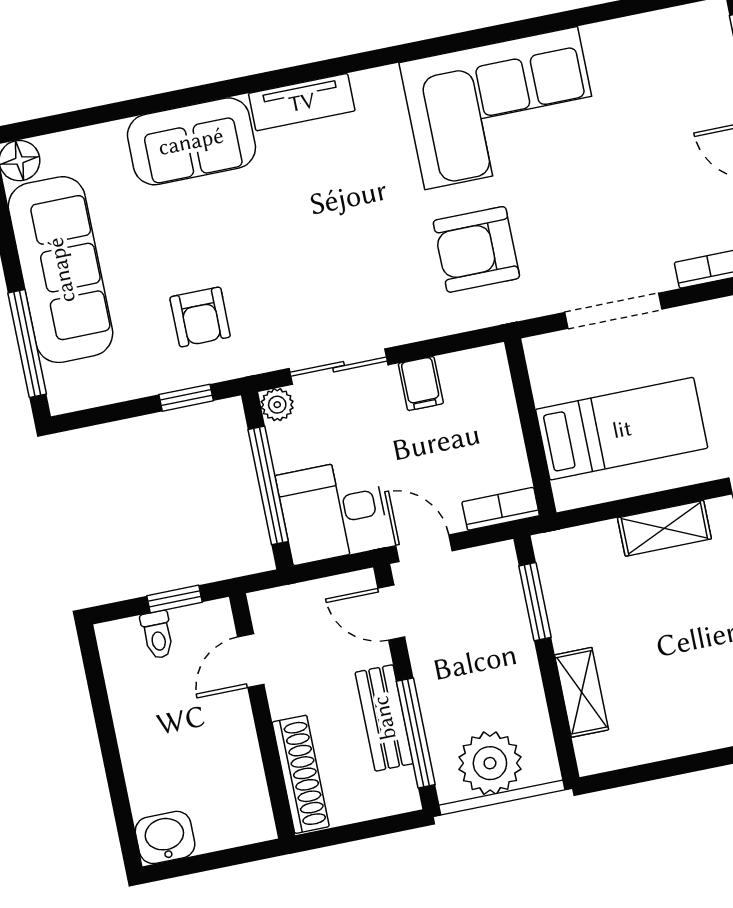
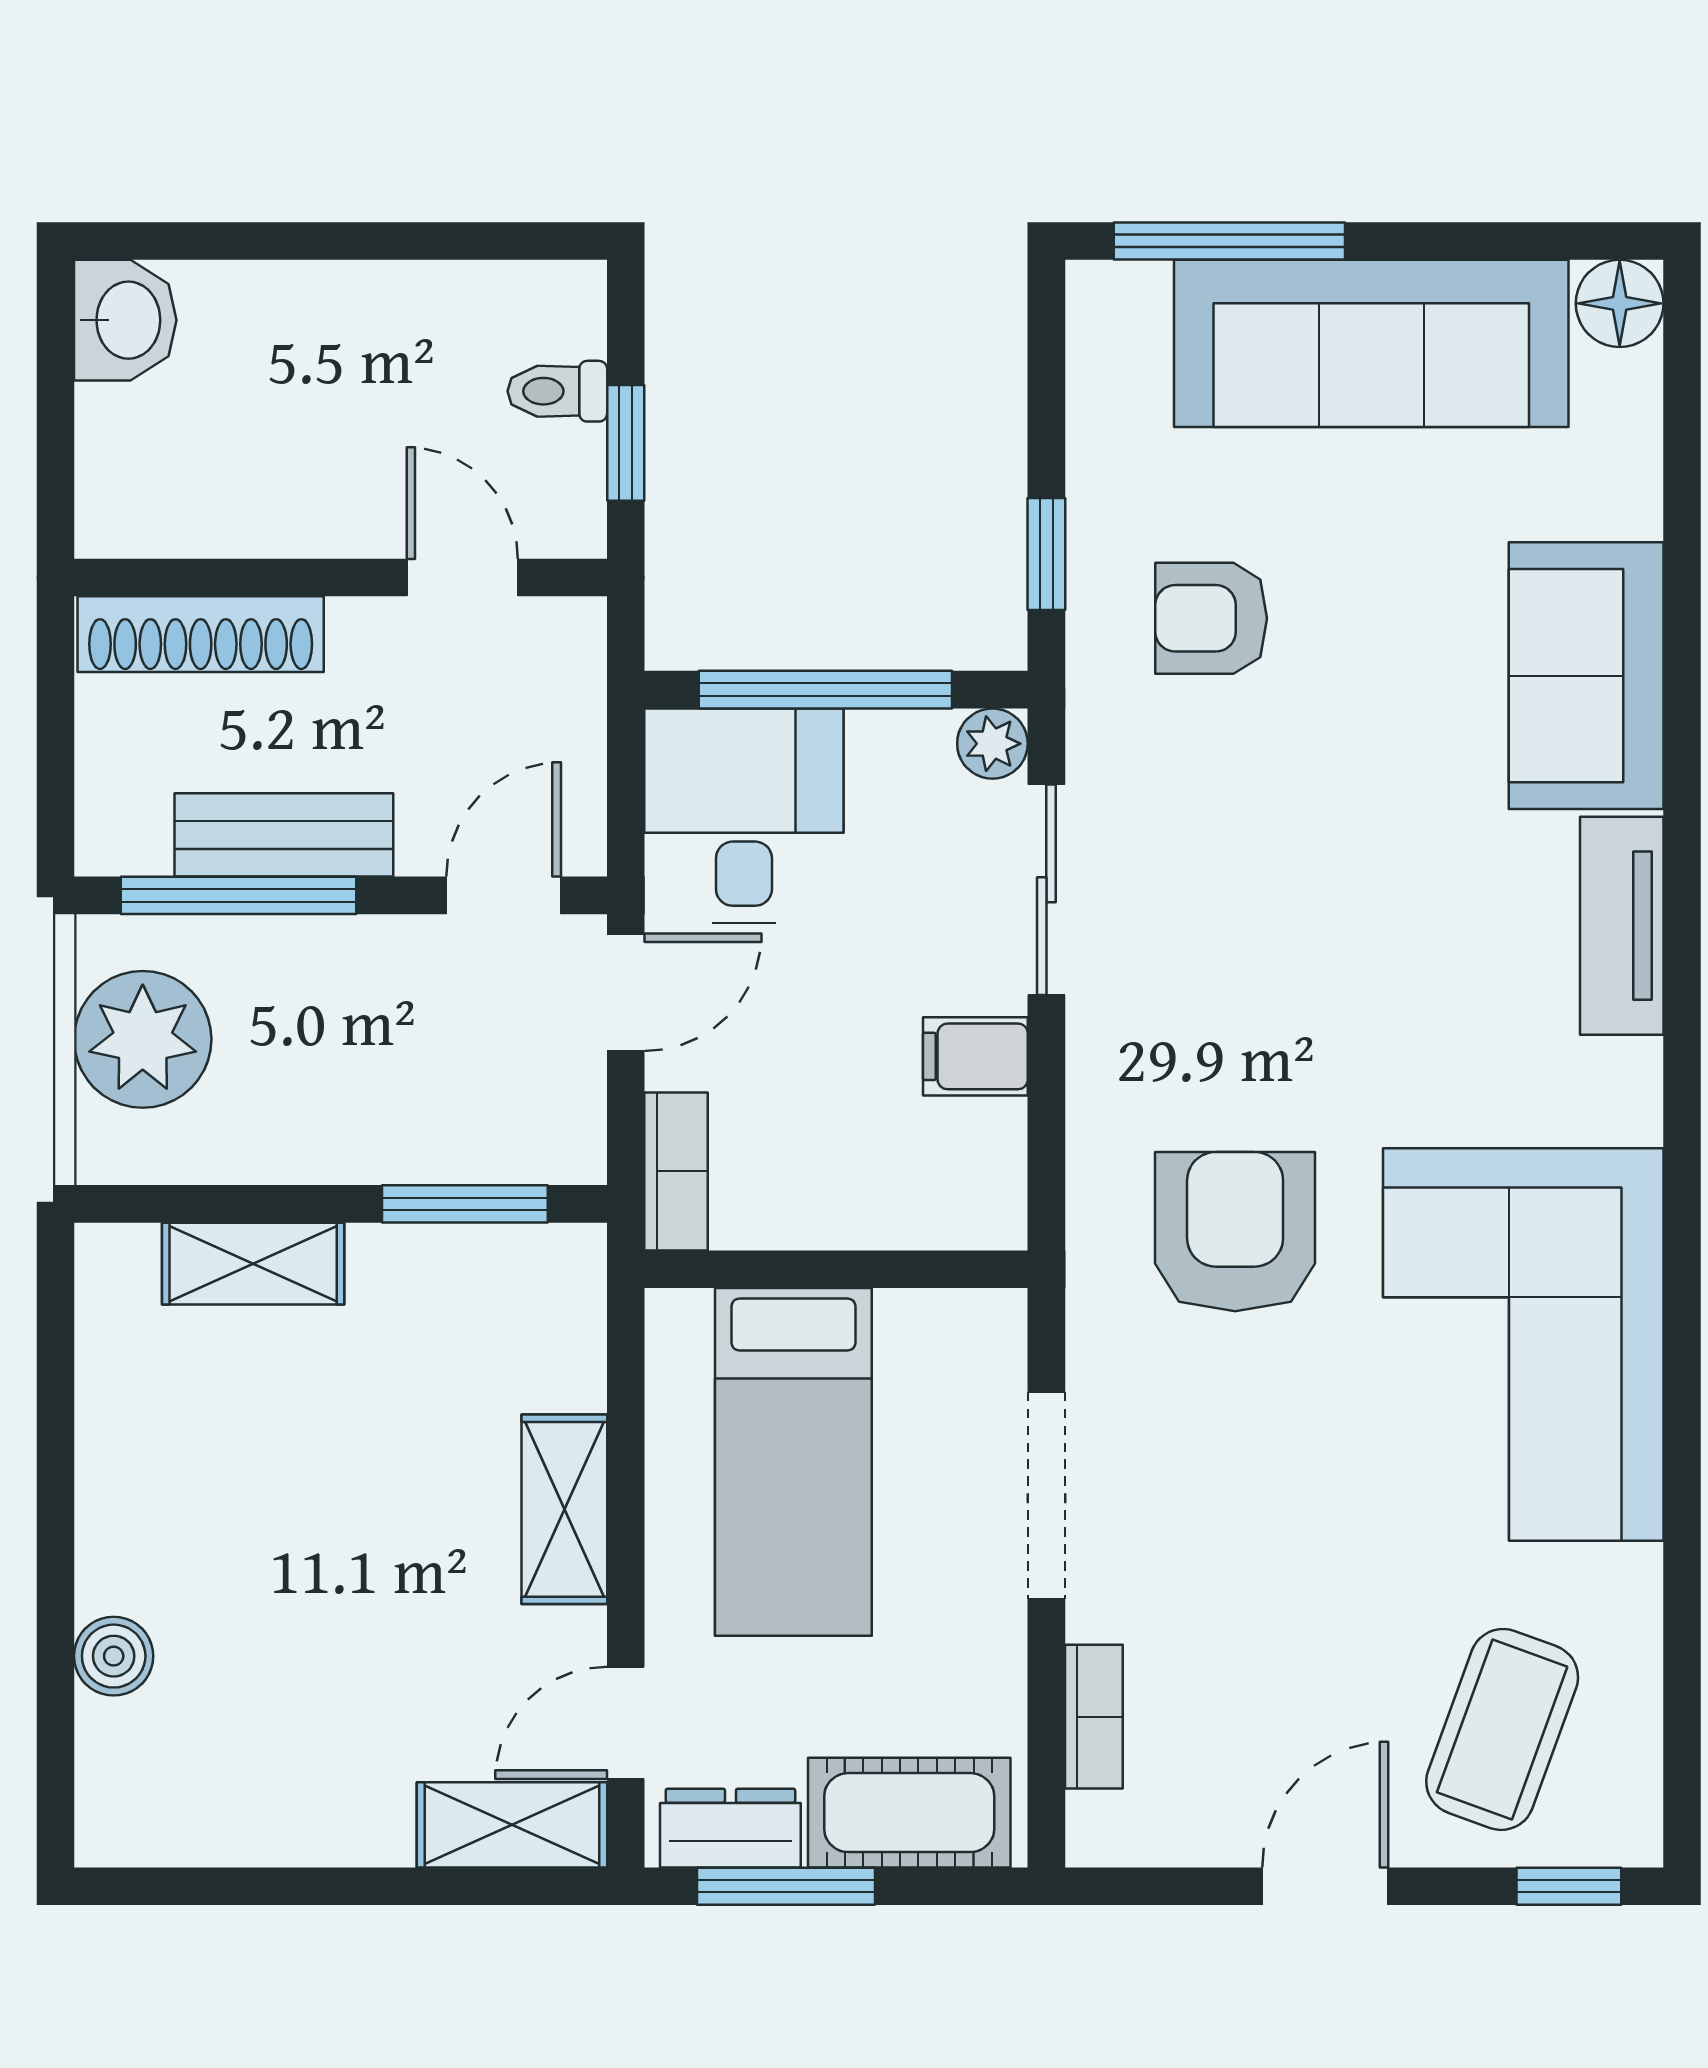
coffee table: (678, 82) -> (1502, 1729), added

